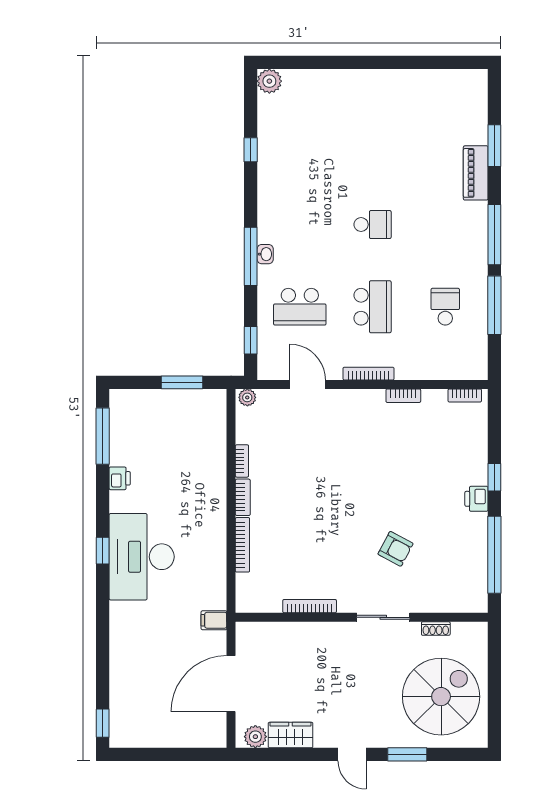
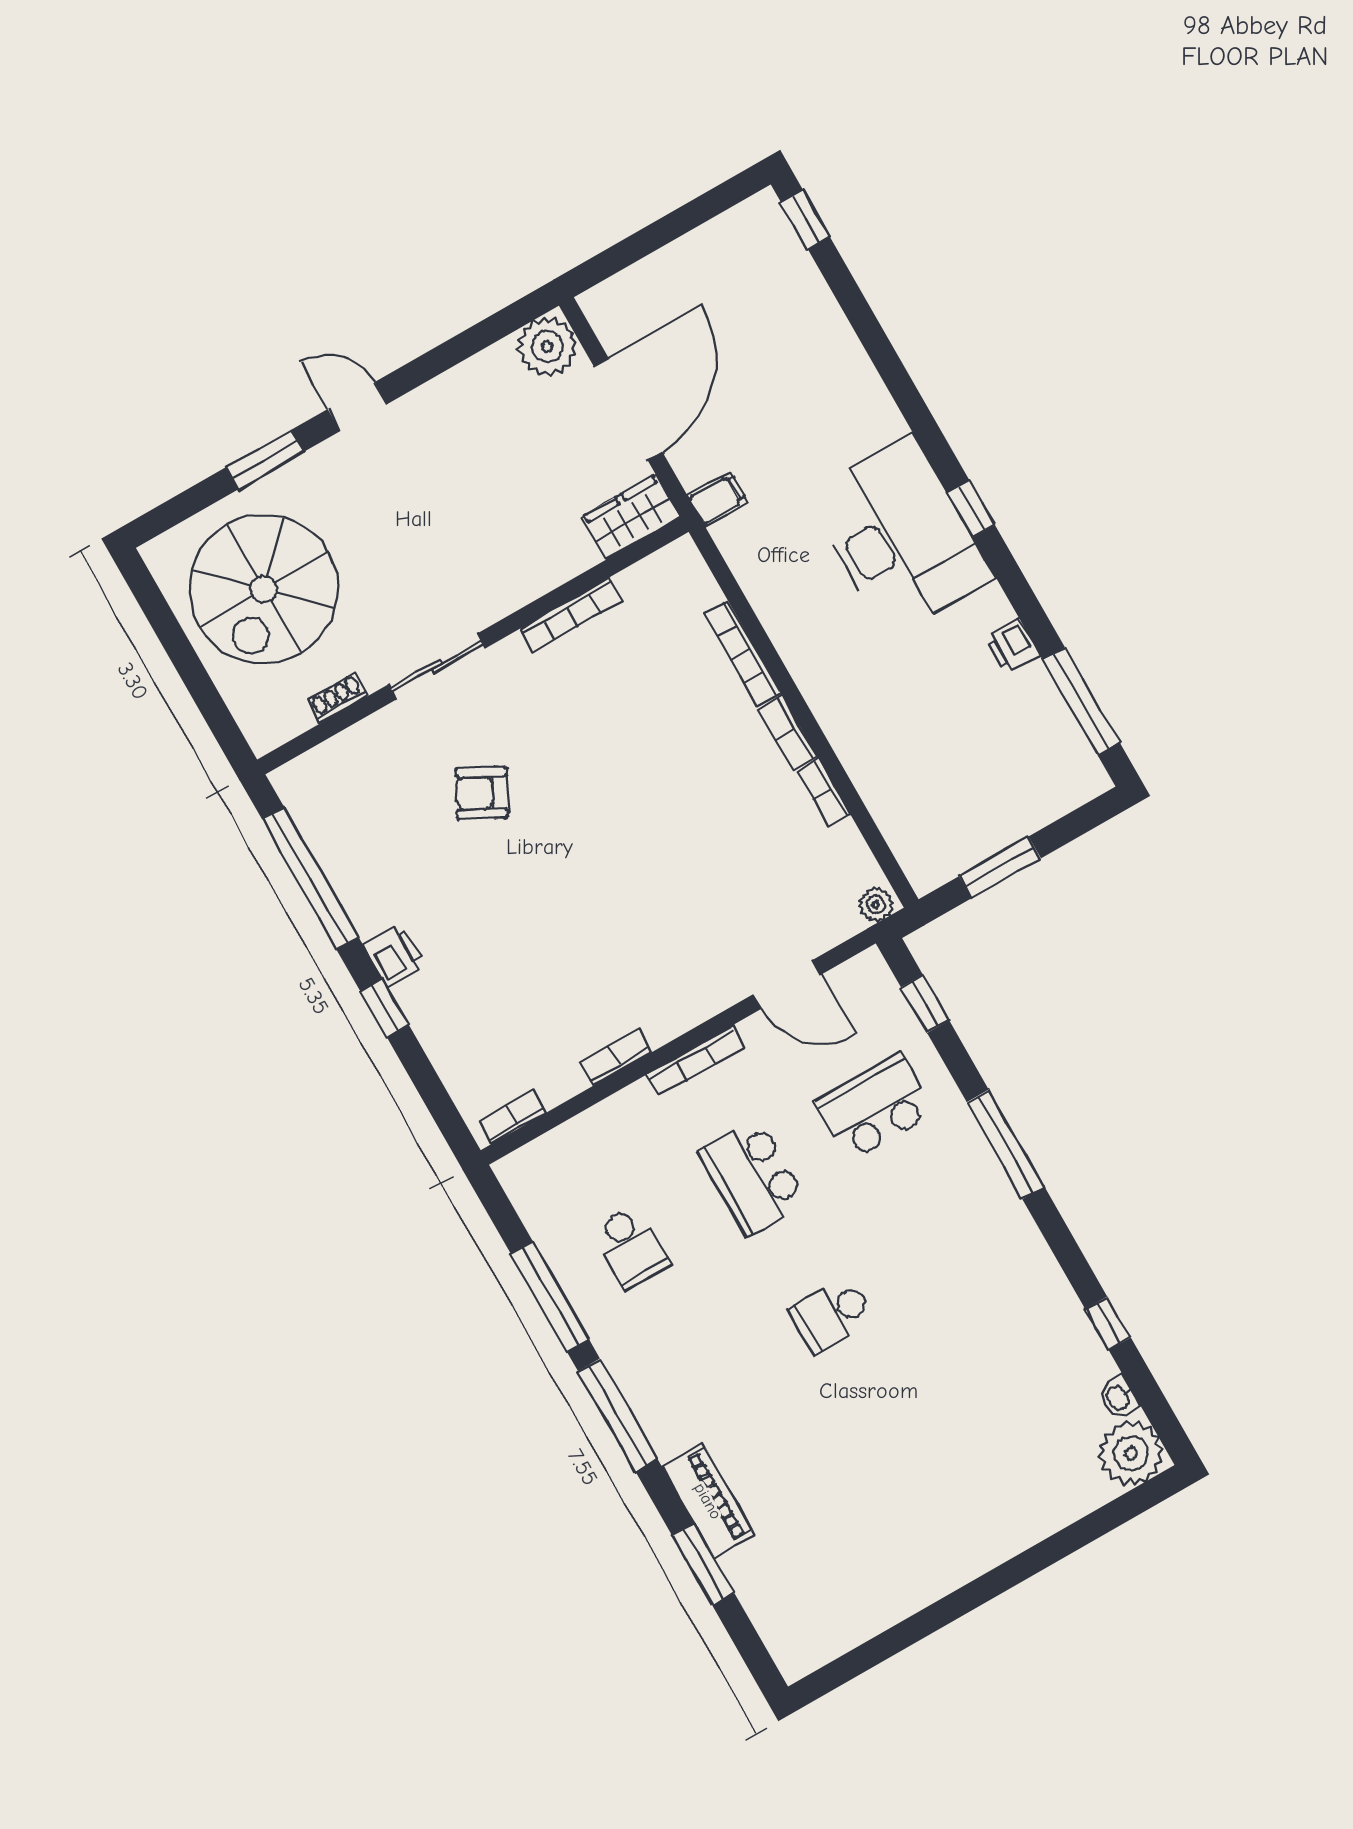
plant: (269, 81) -> (1131, 1453), width x1.36, depth x1.36
washbasin: (265, 254) -> (1118, 1398), moved
wardrobe: (291, 735) -> (631, 517), moved, turned 180
plant: (255, 737) -> (547, 346), width x1.36, depth x1.36

